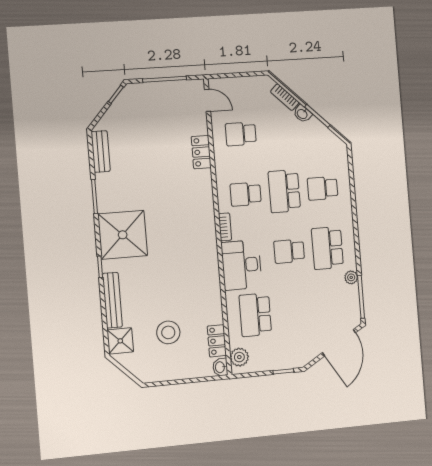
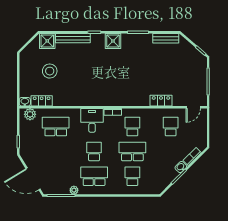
shower: (123, 235) -> (113, 41), width x0.54, depth x0.54
desk: (242, 265) -> (92, 120), width x0.73

